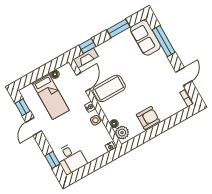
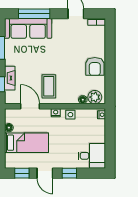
sofa: (145, 38) -> (28, 28), width x1.36
fireplace: (86, 58) -> (10, 78), moved
coffee table: (109, 88) -> (49, 86), width x0.73, depth x0.76
armchair: (148, 118) -> (95, 66), turned 180
window: (52, 160) -> (69, 173), moved

